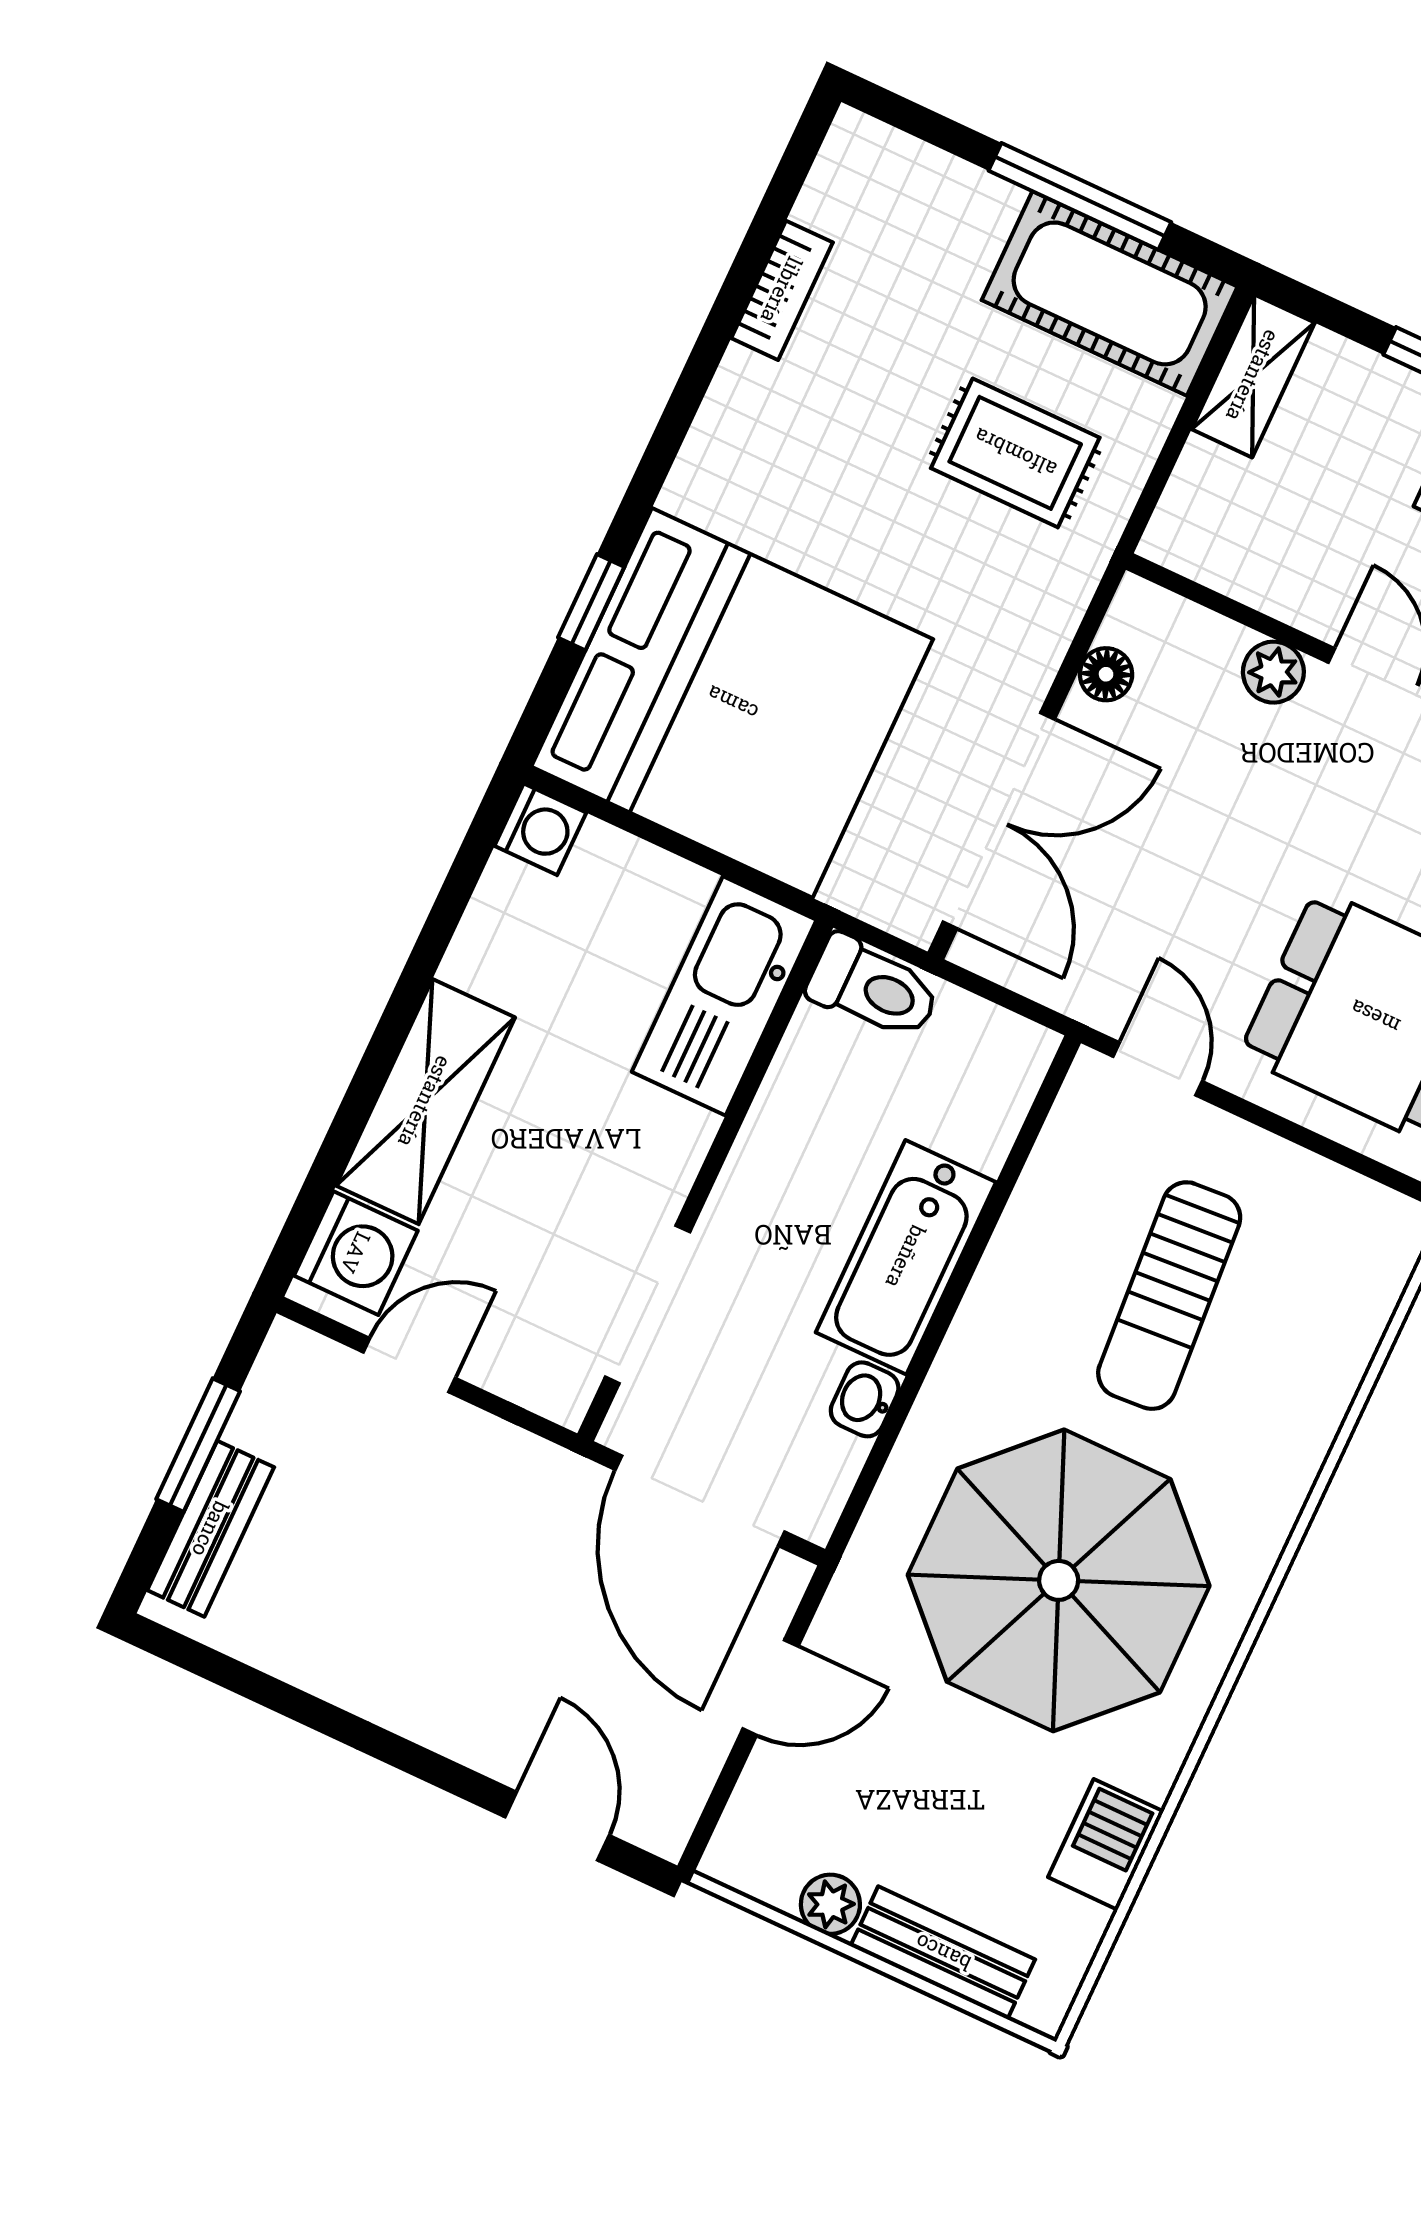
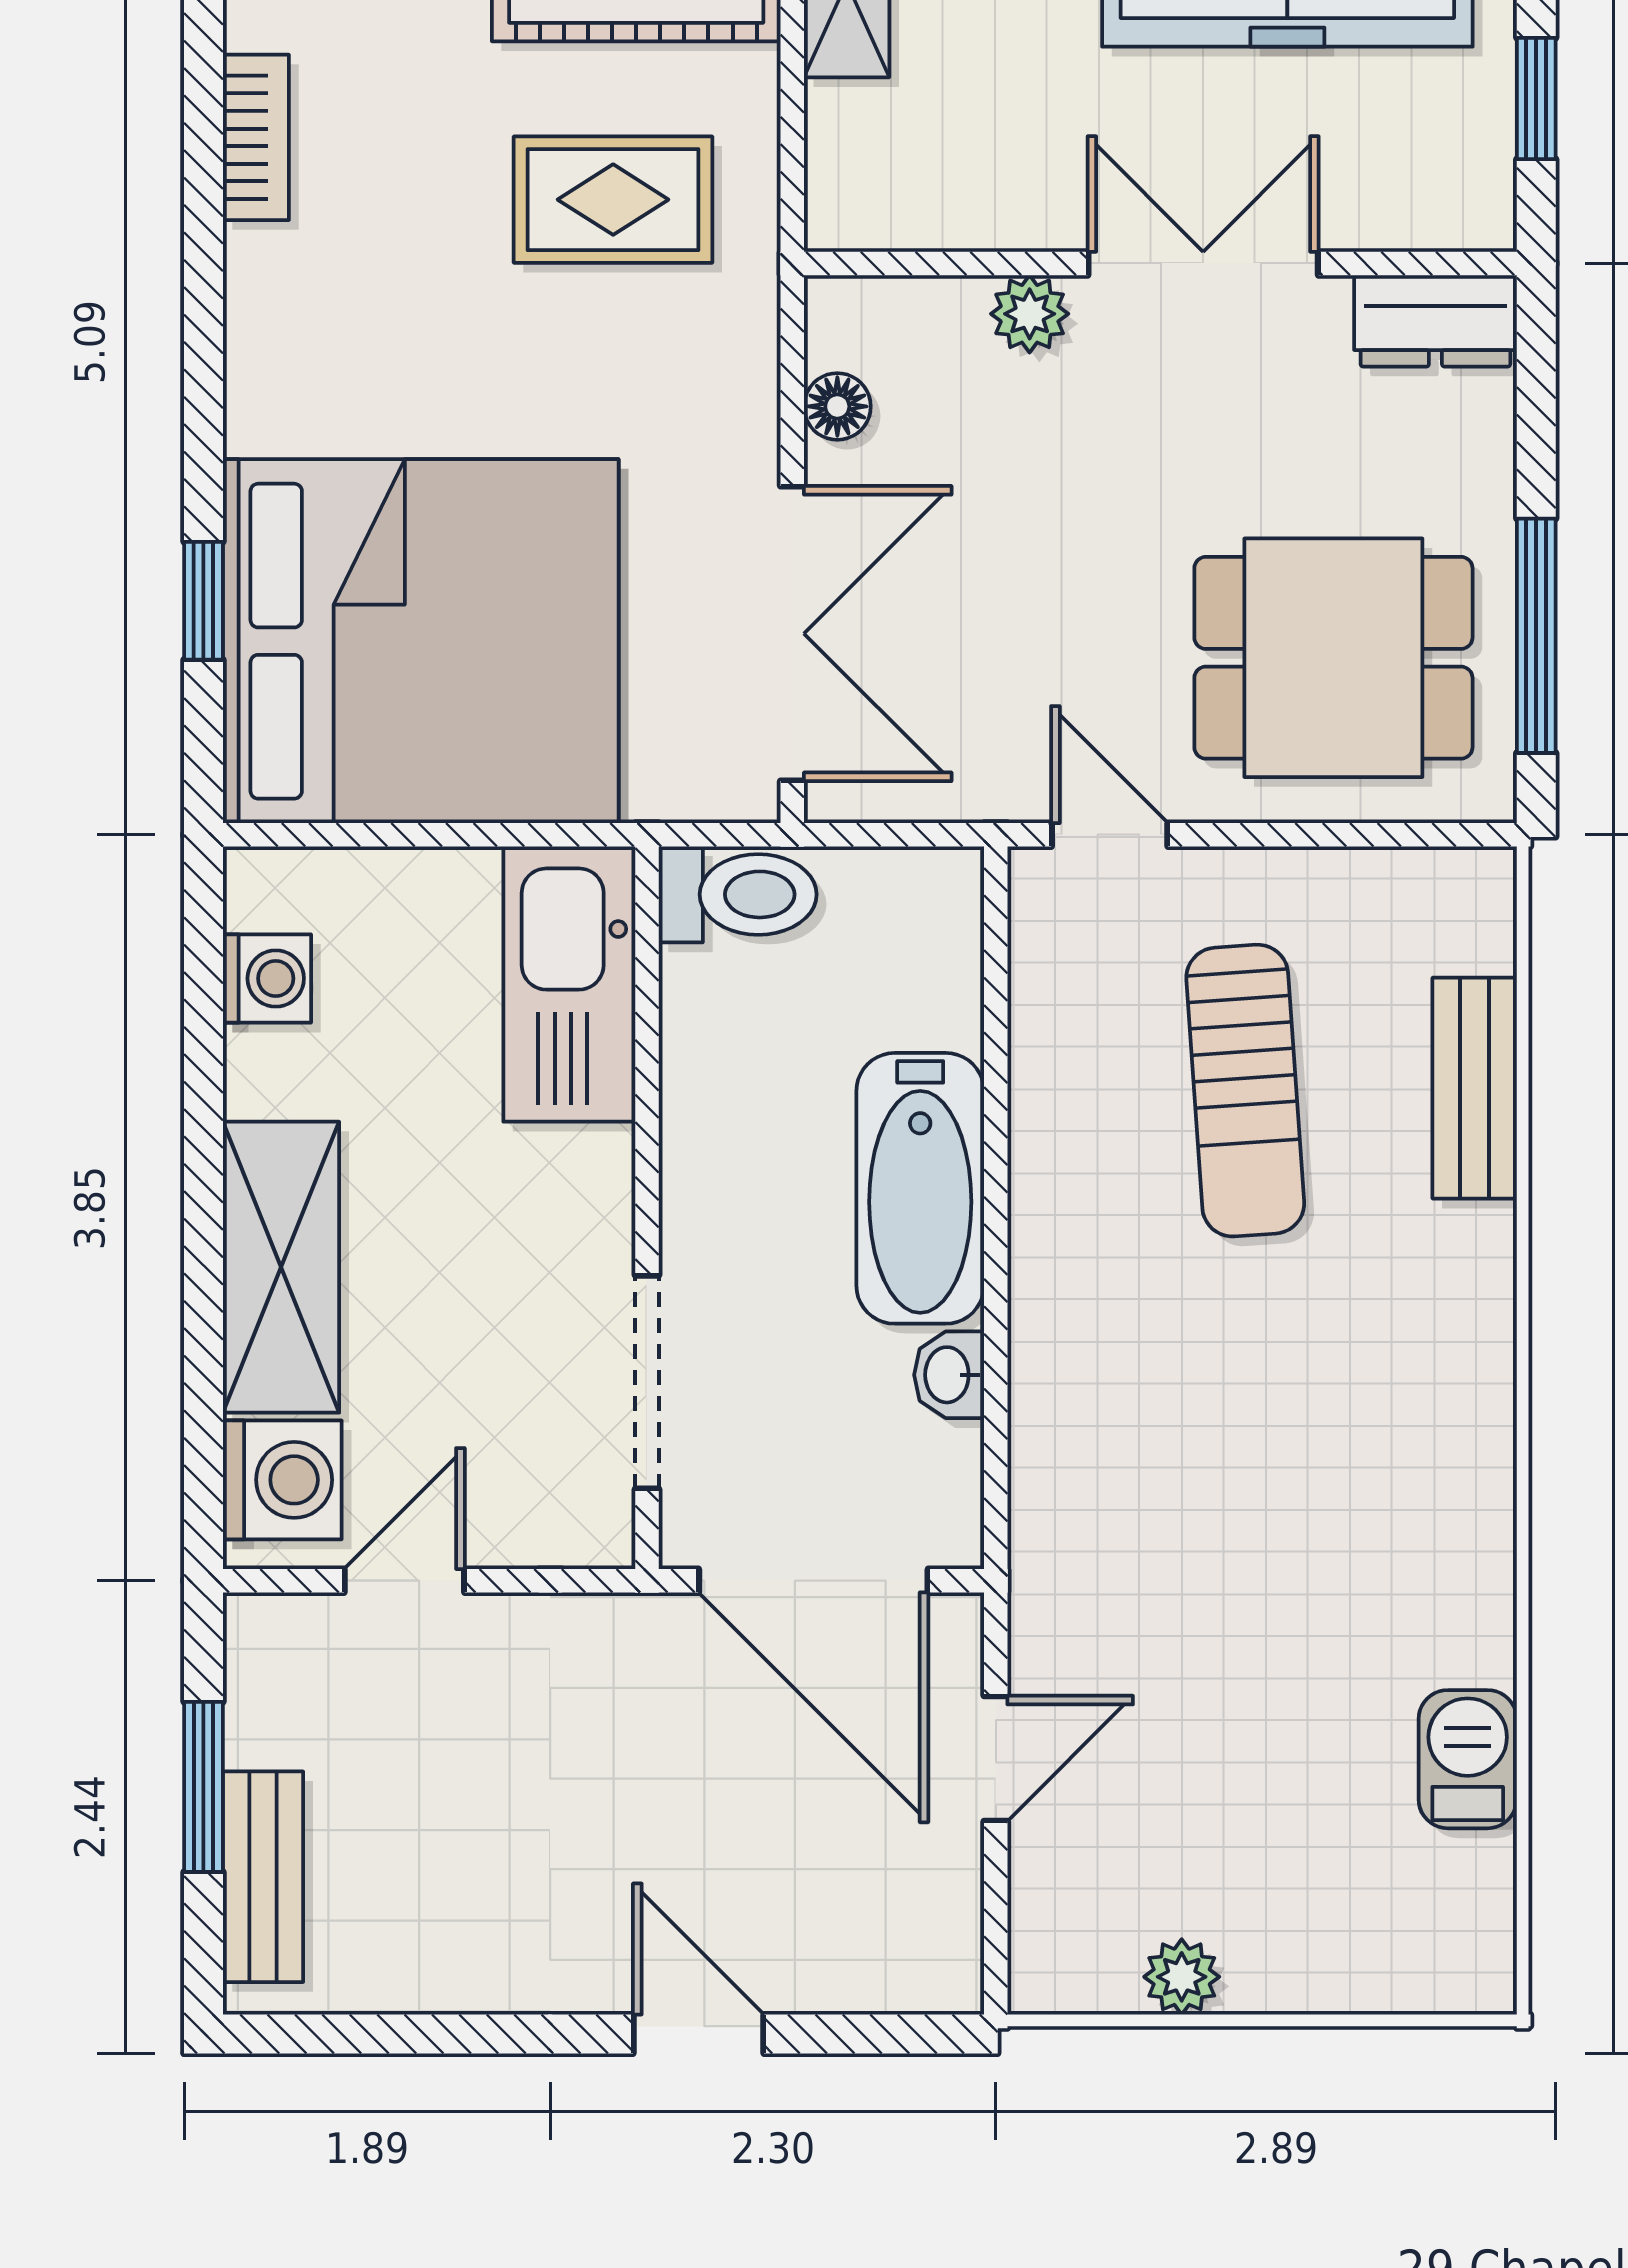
washing machine: (540, 829) -> (267, 978), moved
parasol: (1059, 1580) -> (1271, 1479), removed
door: (557, 1826) -> (699, 2034), moved
bench: (943, 1953) -> (1475, 1088), moved, turned 90

